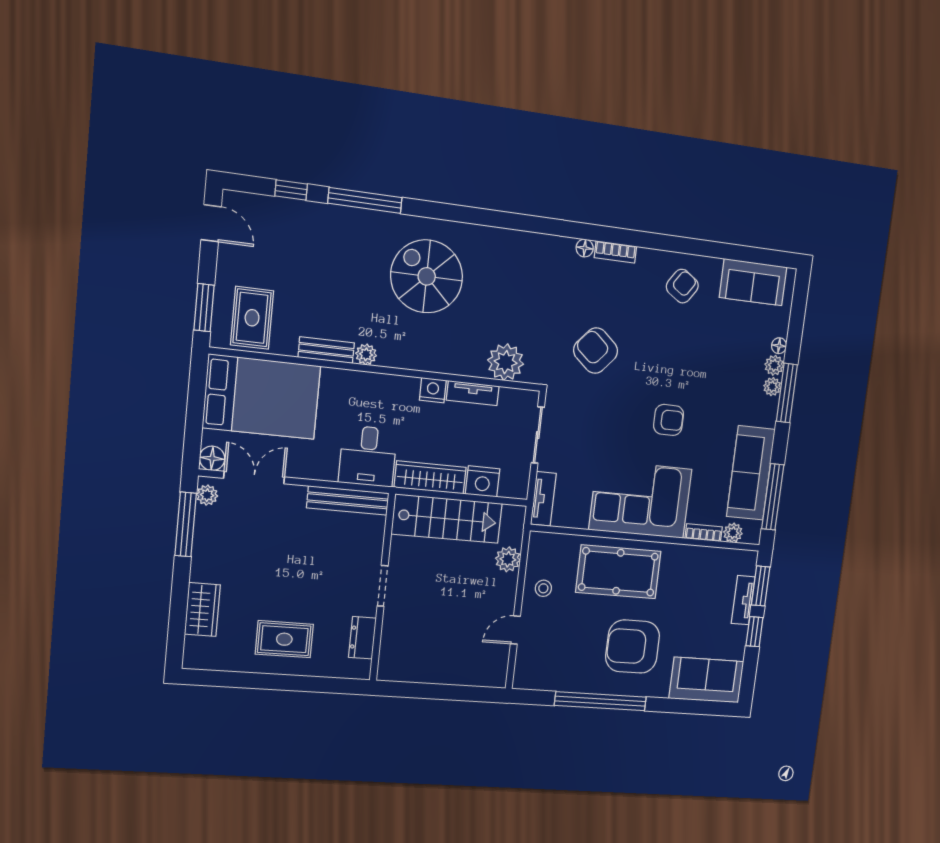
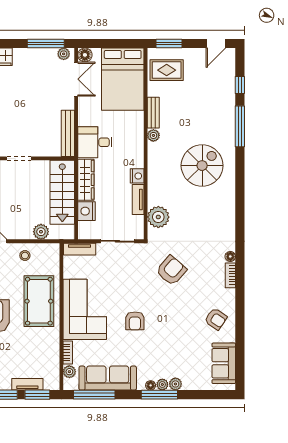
floor lamp: (779, 346) -> (151, 385), moved

